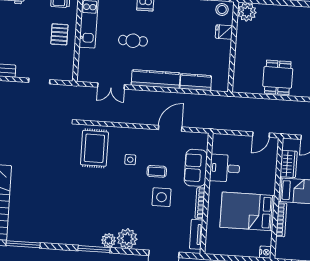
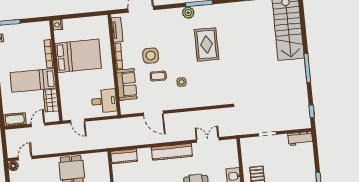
kitchen counter: (196, 82) -> (124, 156), moved
door: (170, 128) -> (153, 113), hinge flipped
door: (261, 135) -> (78, 121), swing flipped
rug: (94, 148) -> (207, 44), moved
desk: (225, 168) -> (104, 101), moved
plant: (127, 239) -> (173, 17), removed

